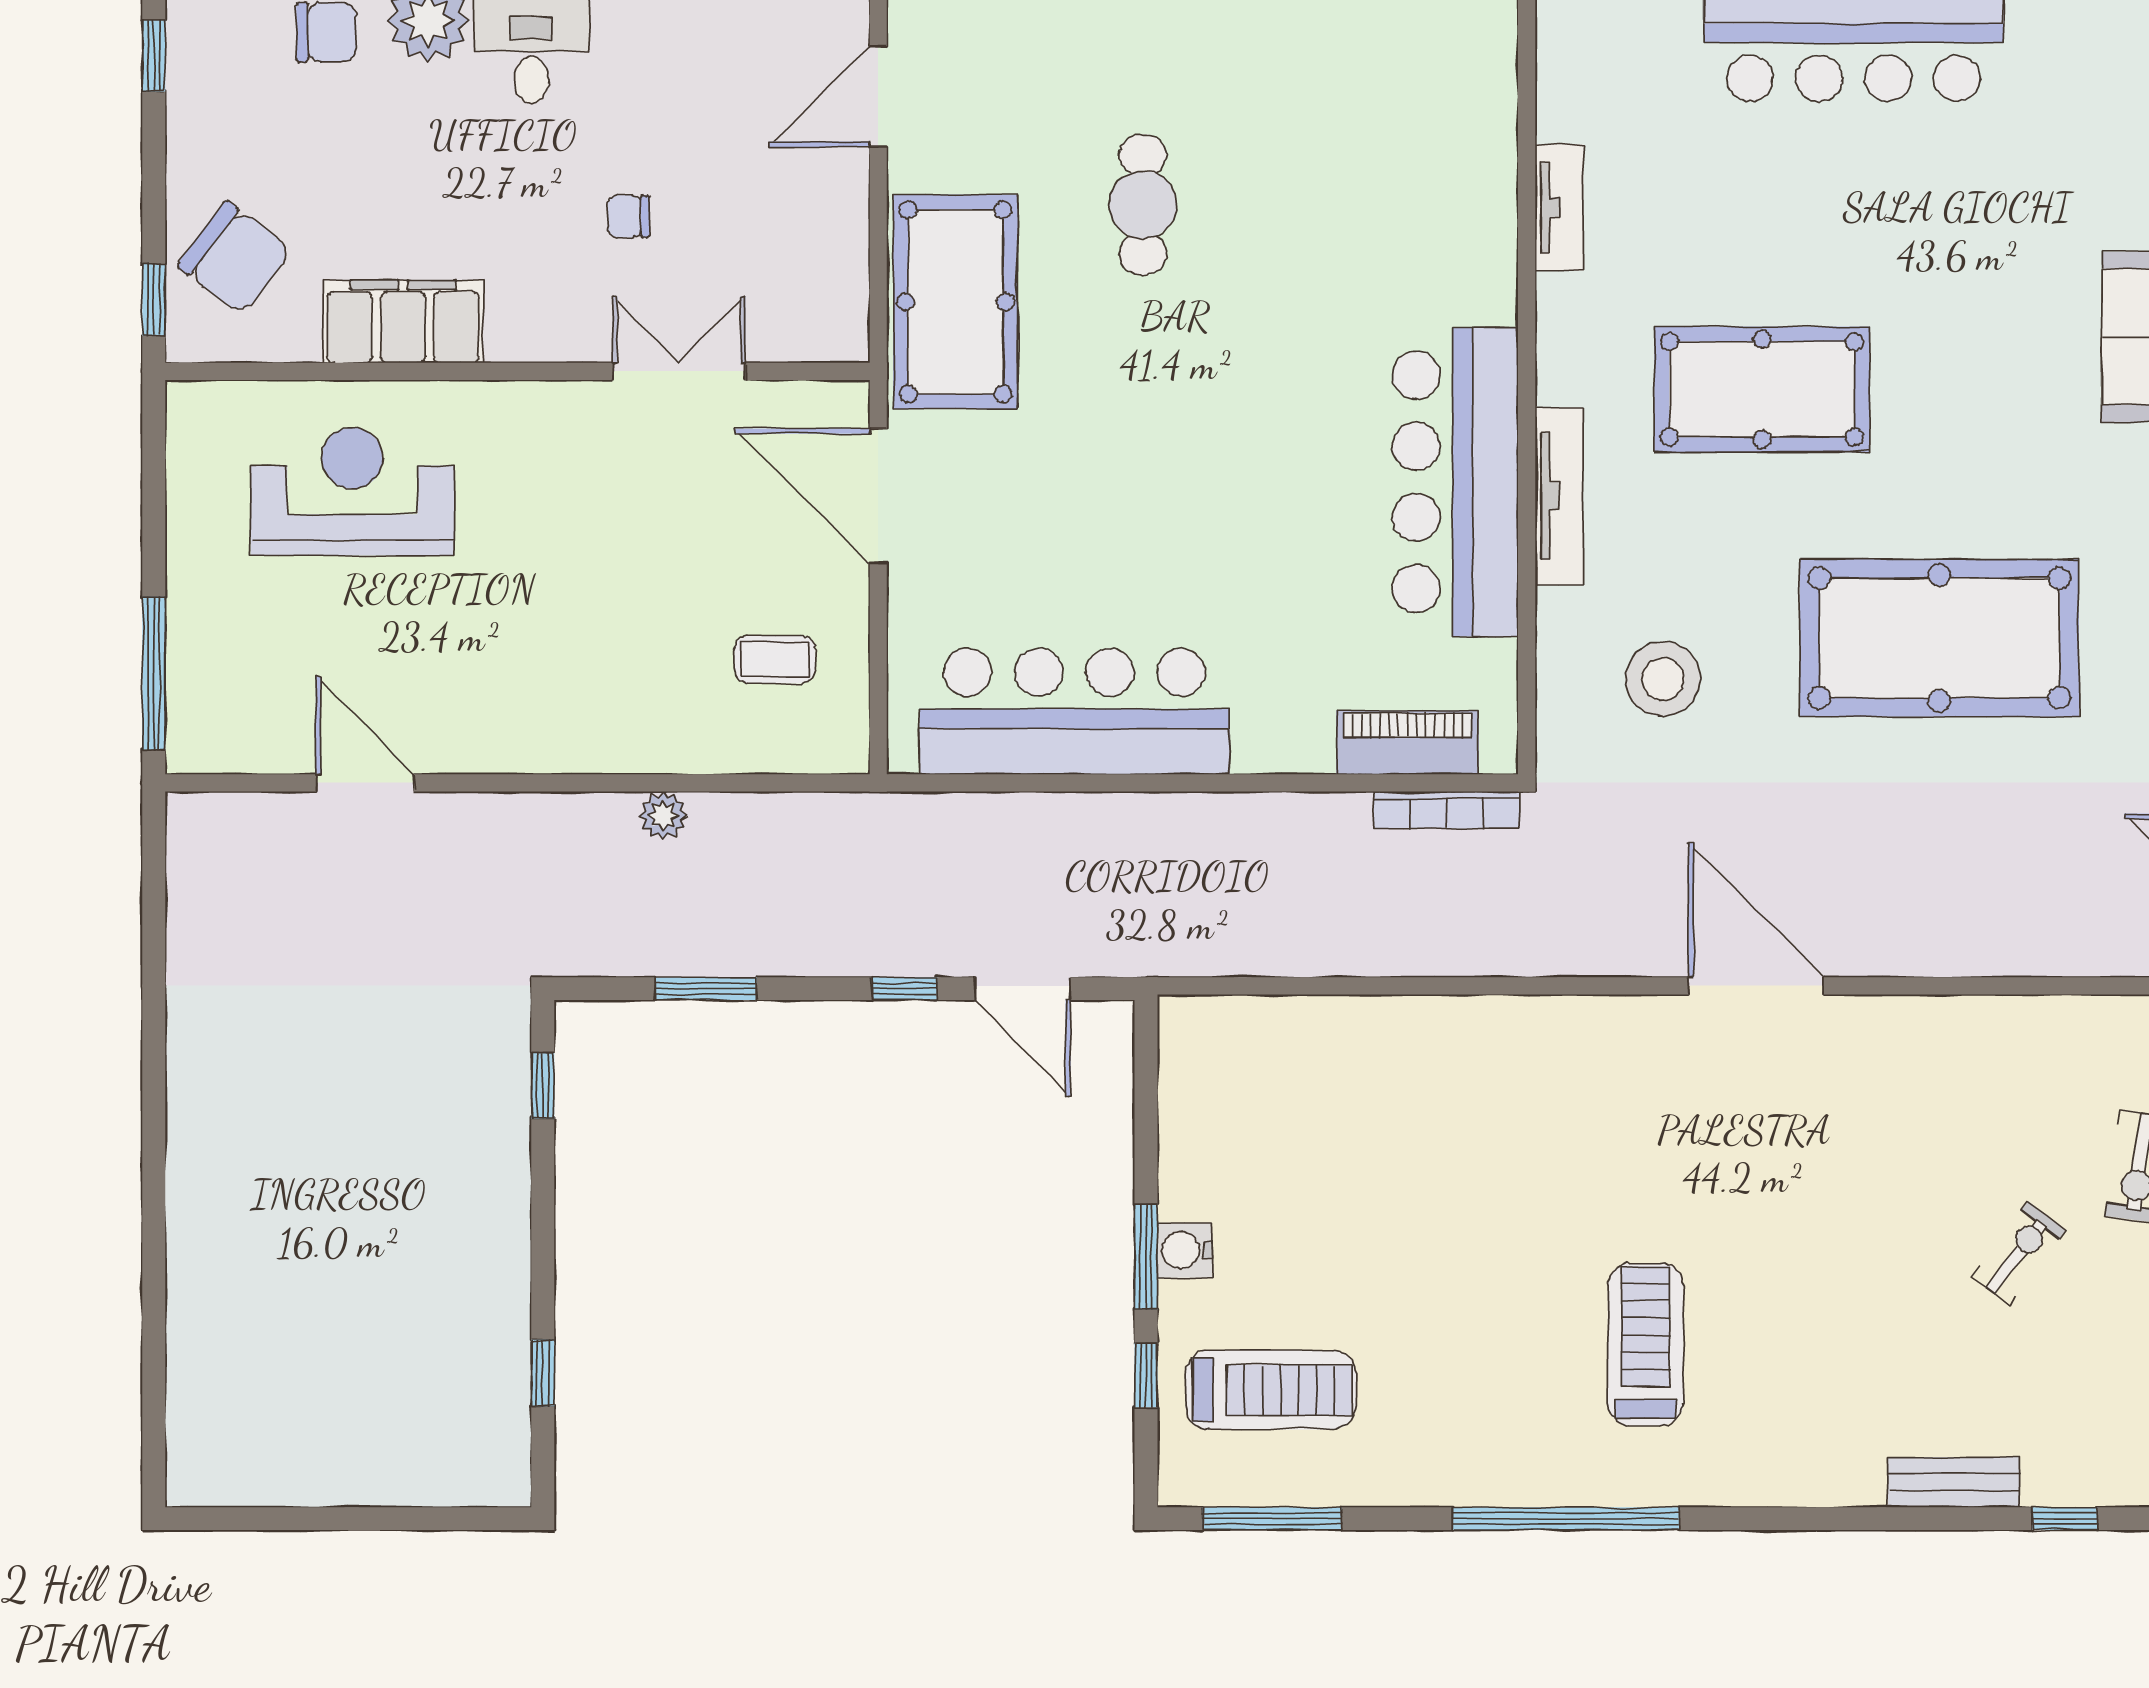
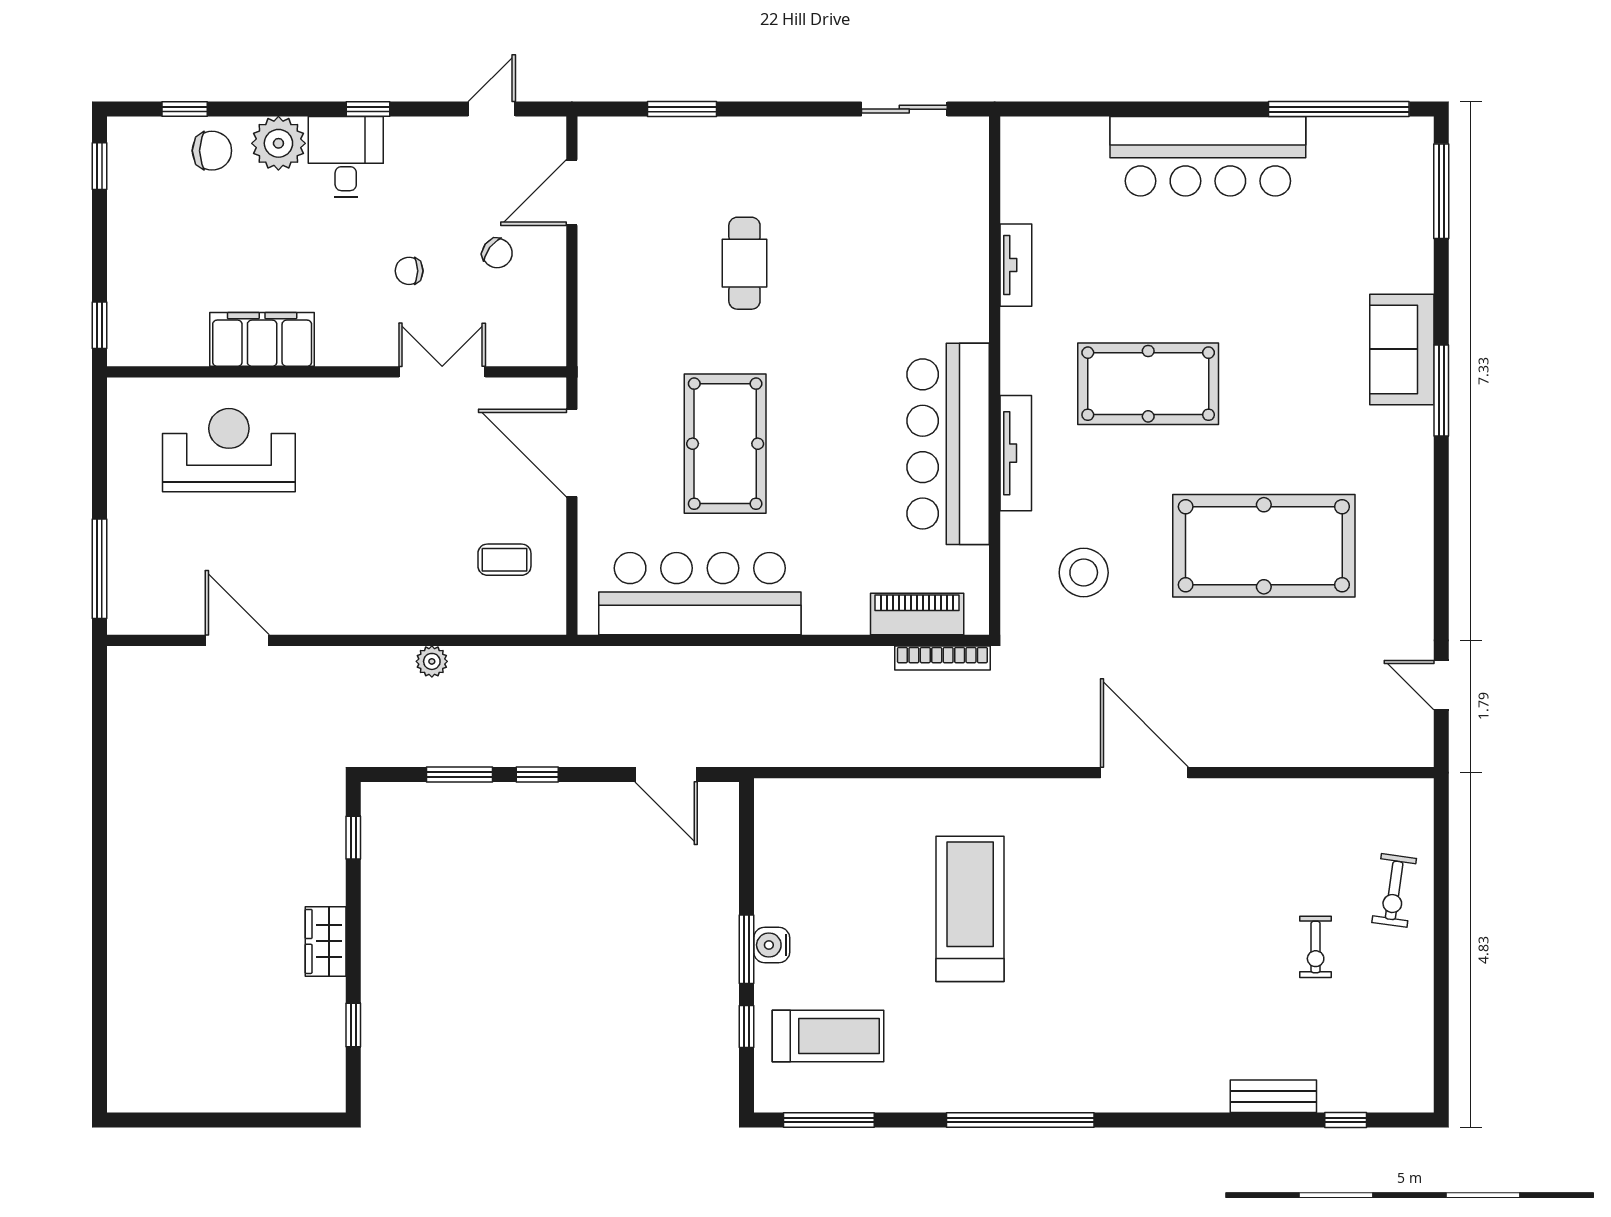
chair: (235, 258) -> (497, 253), moved, width x0.54, depth x0.54
pool table: (955, 302) -> (725, 444), moved
window: (905, 989) -> (537, 774), moved
wardrobe: (500, 1245) -> (326, 941), added
exercise bike: (2019, 1253) -> (1316, 947), turned 143
treadmill: (1646, 1344) -> (970, 909), moved, width x1.37, depth x1.38

